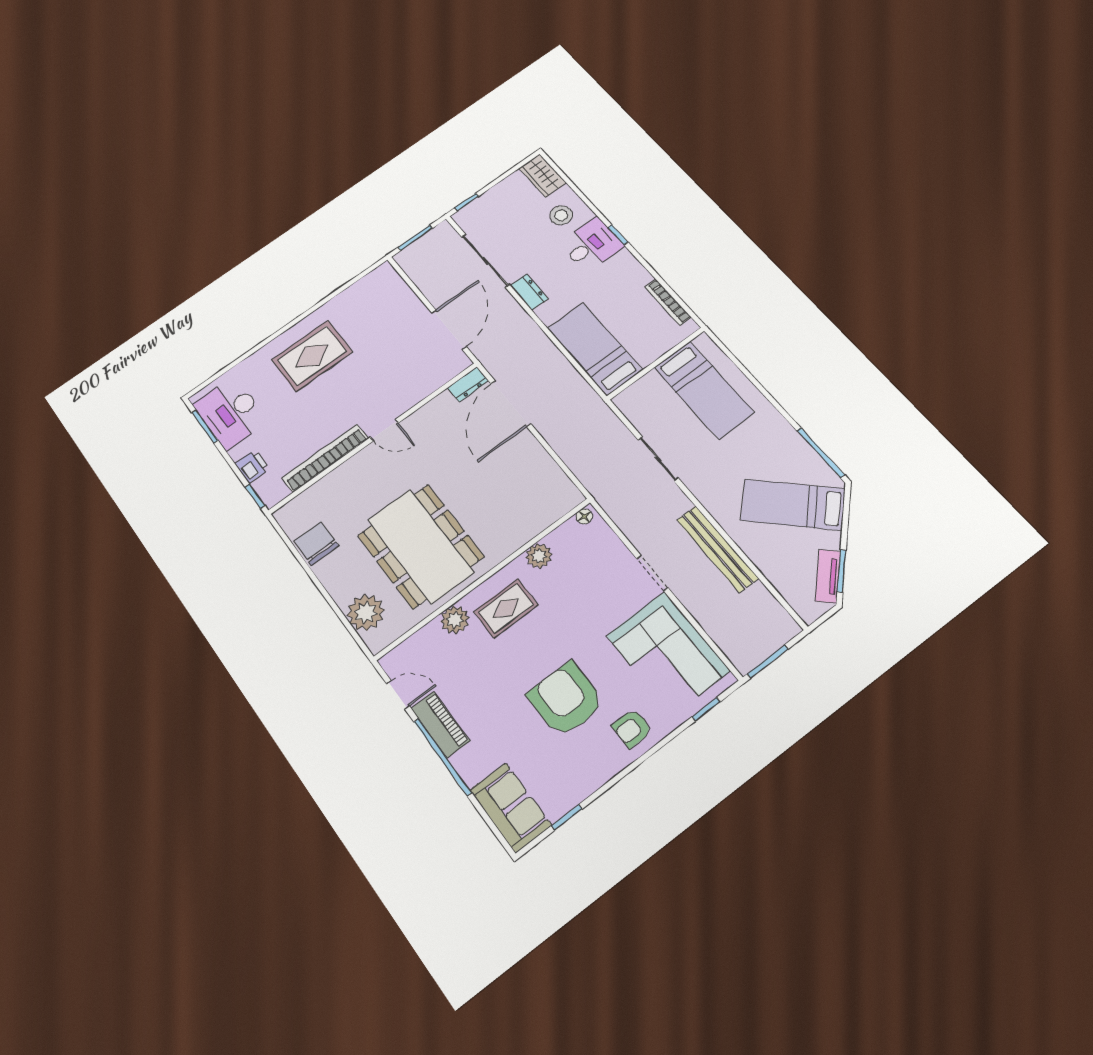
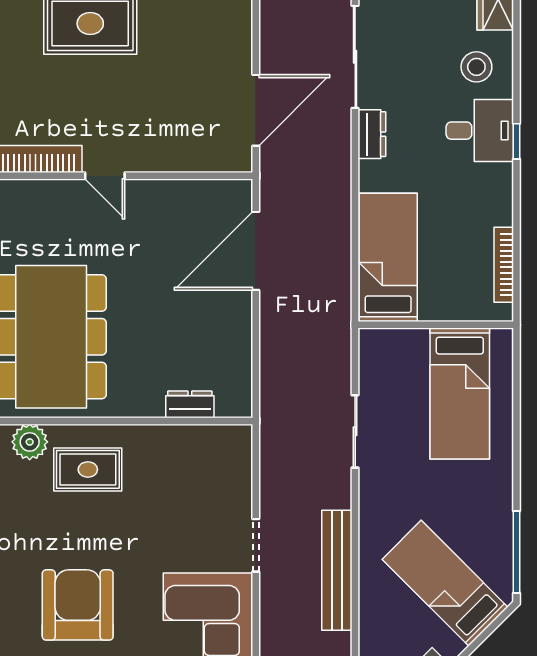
dresser: (468, 384) -> (190, 404), moved, turned 180
floor lamp: (584, 516) -> (236, 434), removed
plant: (539, 556) -> (160, 441), removed

